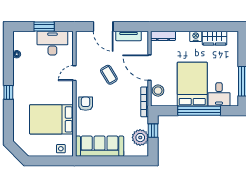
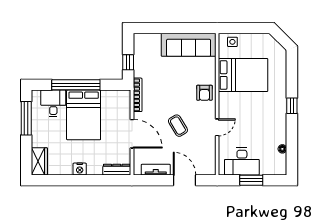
wardrobe: (215, 38) -> (39, 161), moved, turned 90
stool: (158, 91) -> (122, 108), removed
plant: (140, 138) -> (143, 55), removed

